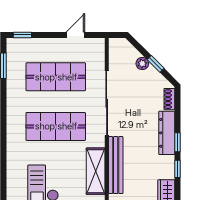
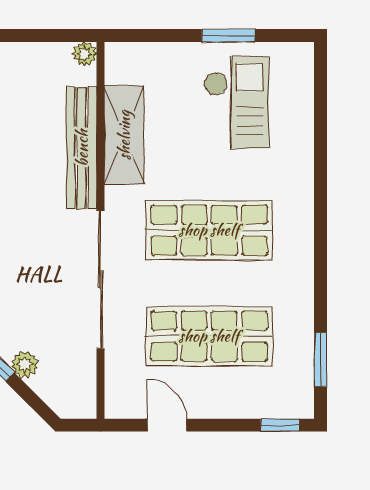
door: (75, 35) -> (167, 425), swing flipped

